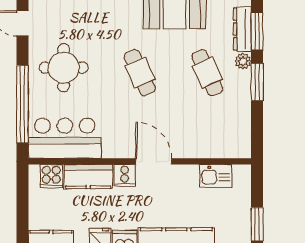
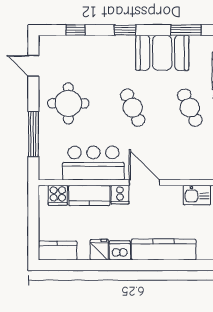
window: (22, 104) -> (33, 134), width x0.68
bar counter: (65, 138) -> (93, 163), moved

